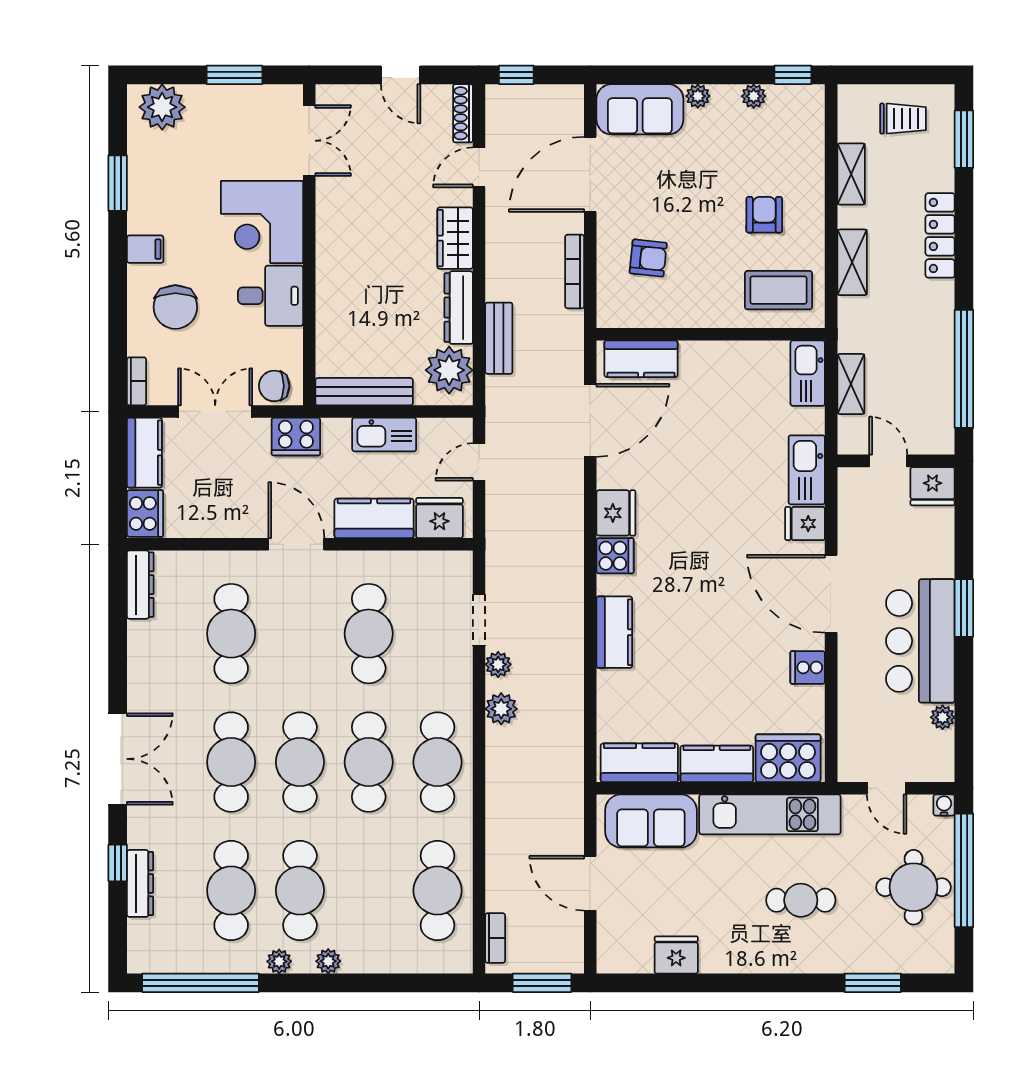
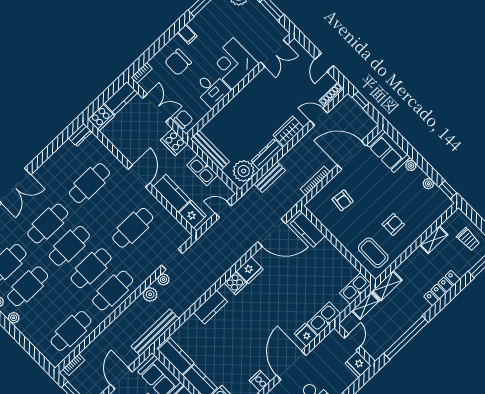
shelving: (852, 262) -> (387, 286), moved
chair: (274, 386) -> (183, 119), turned 90
dresser: (140, 585) -> (80, 135), width x0.70
bench: (569, 759) -> (155, 332), added

